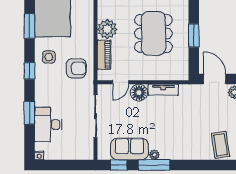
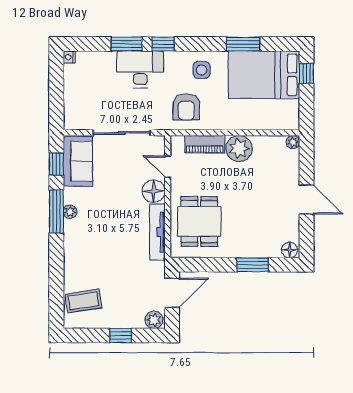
dining table: (153, 33) -> (199, 221), moved, width x0.73
window: (194, 36) -> (253, 265), moved
window: (29, 71) -> (163, 44), moved
tv unit: (163, 90) -> (157, 232), width x1.41
desk: (48, 125) -> (140, 69), moved
sofa: (129, 149) -> (78, 161), moved

